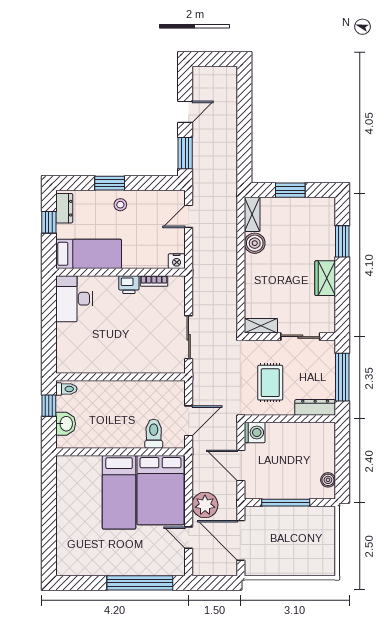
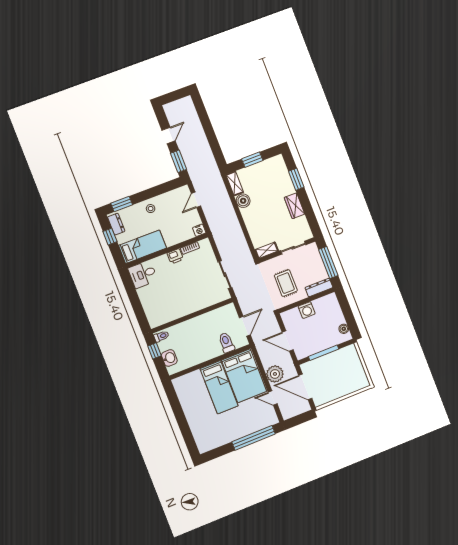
window: (110, 183) -> (122, 204), moved
desk: (74, 299) -> (143, 274), width x0.73
washing machine: (255, 433) -> (307, 310), moved, turned 90

